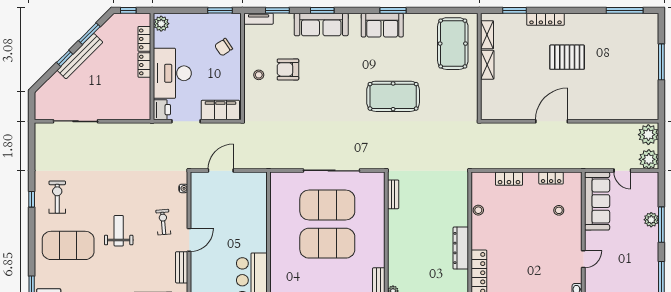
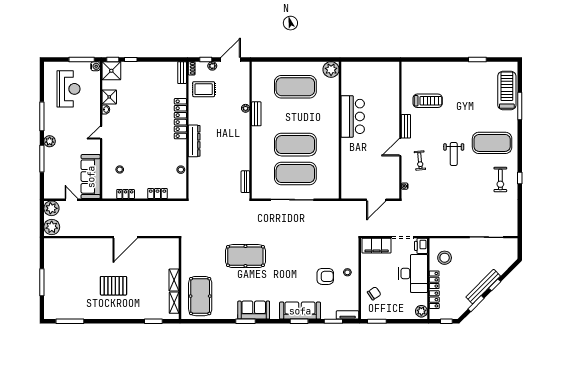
locker: (545, 19) -> (130, 315), removed
stool: (131, 94) -> (445, 258), added
plant: (651, 220) -> (50, 141), moved

